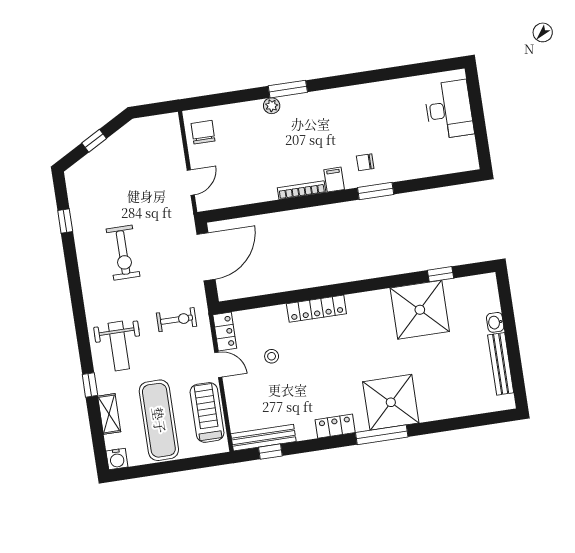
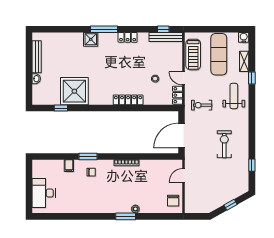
filing cabinet: (334, 180) -> (69, 166), moved
shower: (391, 402) -> (91, 39), width x0.54, depth x0.54

